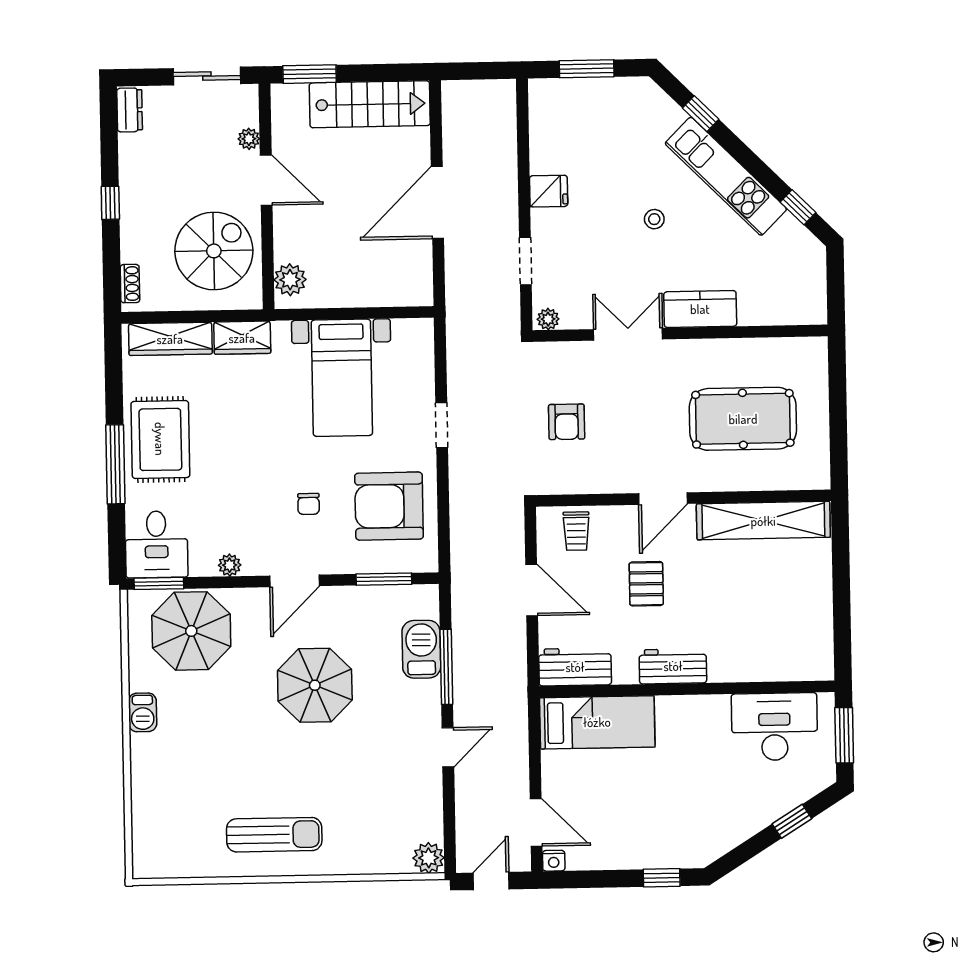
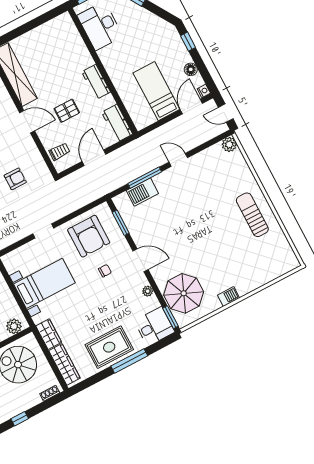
parasol: (315, 685) -> (180, 229), removed
bed: (597, 722) -> (156, 91), moved
floor lamp: (607, 857) -> (191, 69), added

